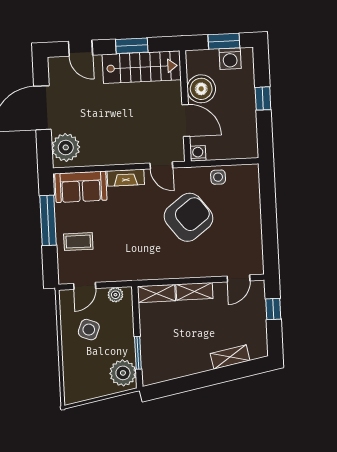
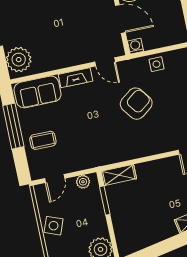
armchair: (188, 217) -> (136, 104), width x0.73, depth x0.73
shelving: (194, 291) -> (152, 168), removed
side table: (89, 330) -> (54, 226), moved
window: (138, 353) -> (105, 200), moved

